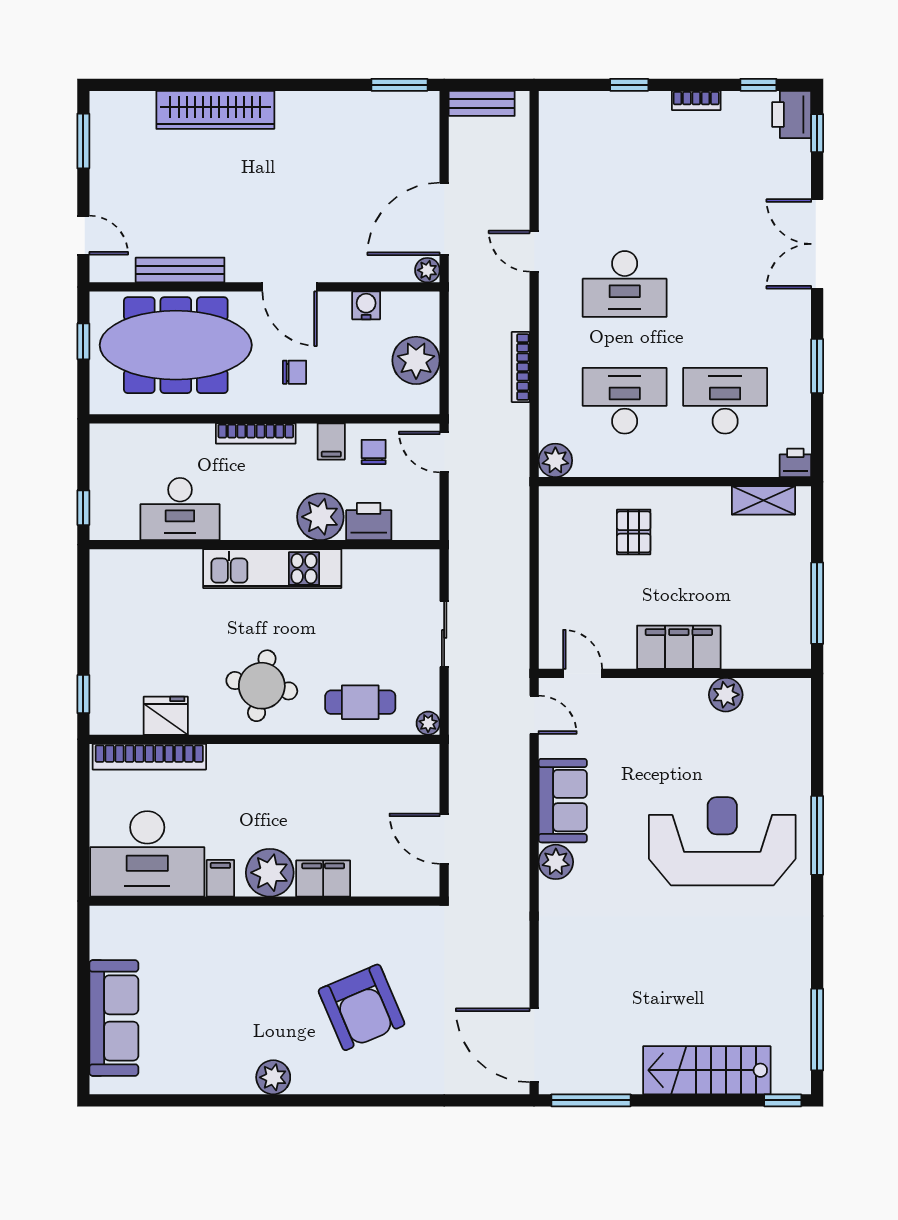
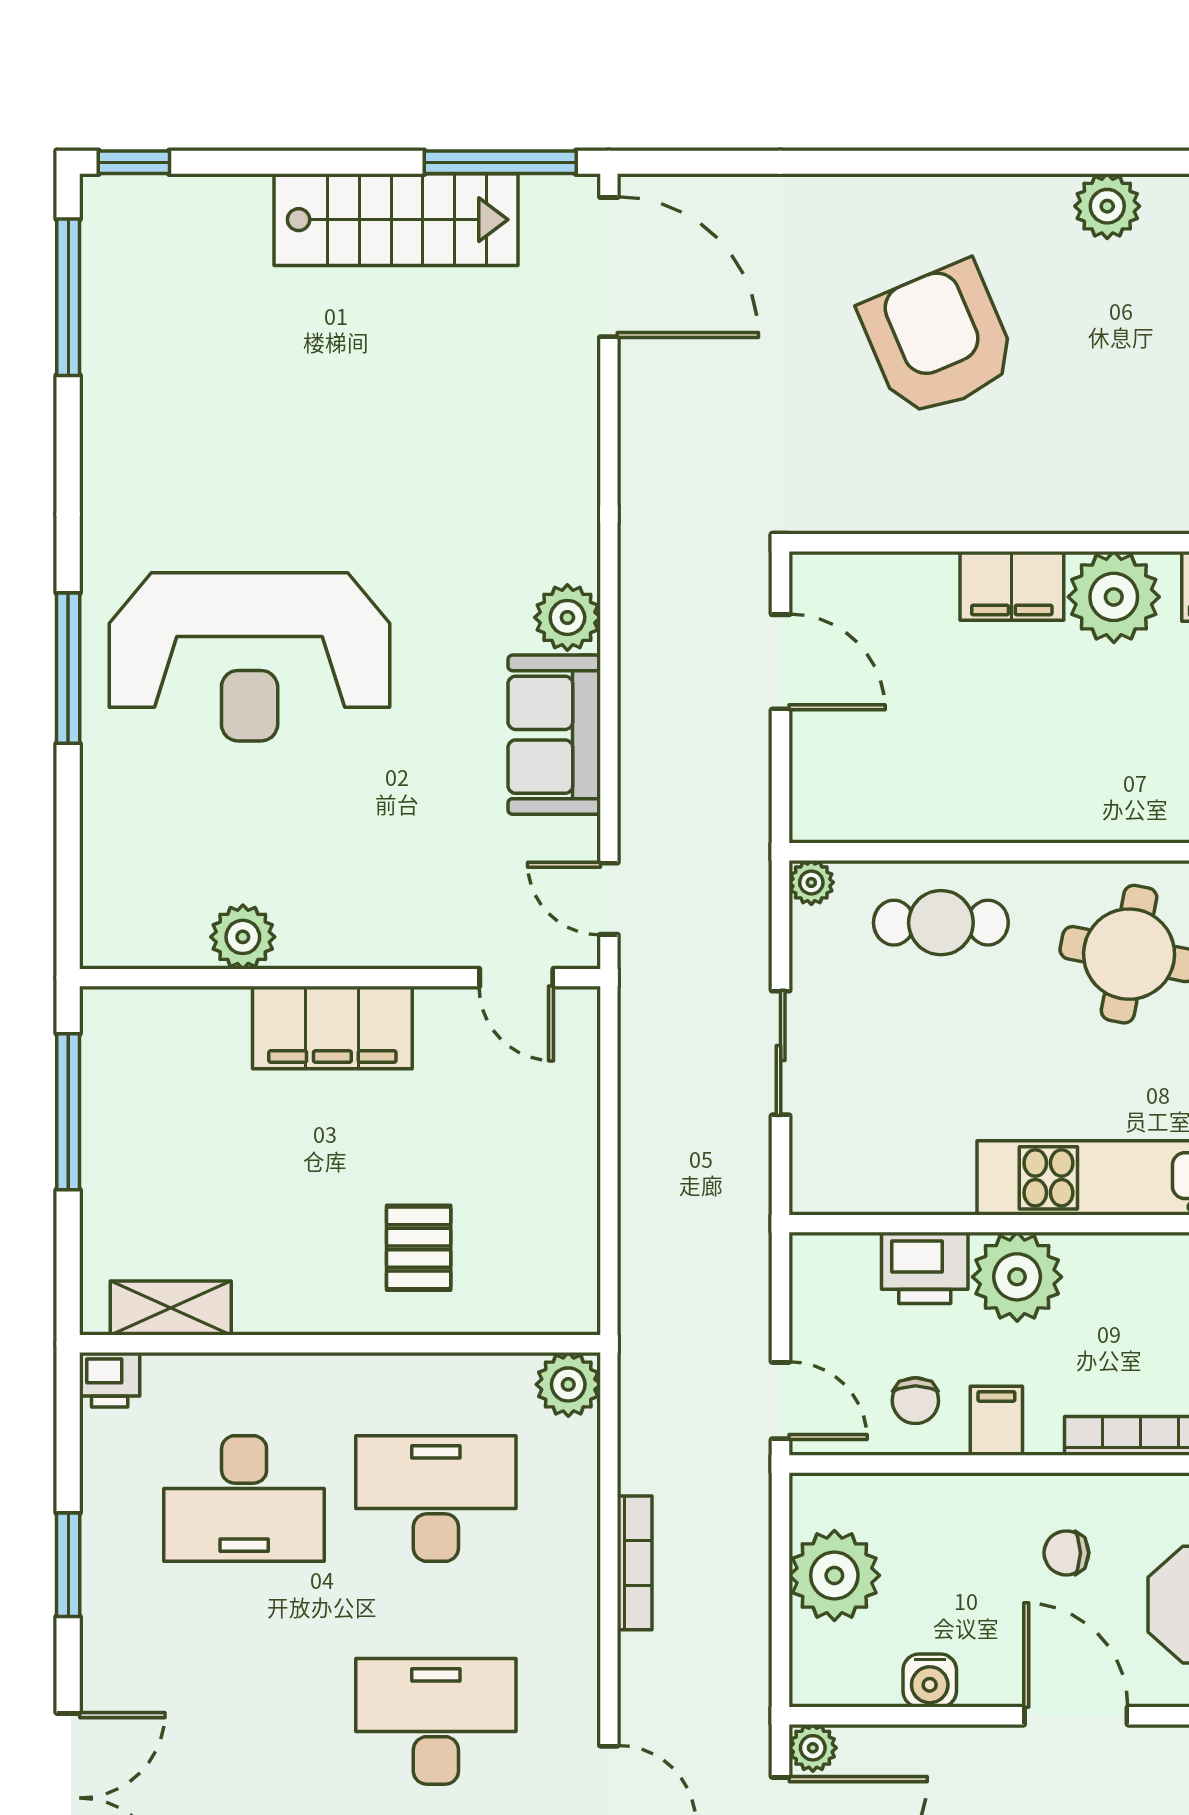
desk: (625, 401) -> (436, 1499), turned 180
stairs: (707, 1070) -> (396, 220), moved

